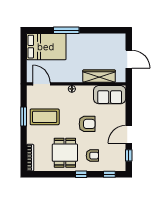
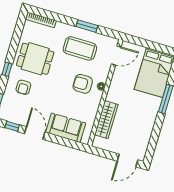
door: (129, 59) -> (128, 160), moved
sofa: (110, 95) -> (66, 128), moved, turned 90
coffee table: (45, 117) -> (80, 48), turned 90
armchair: (87, 124) -> (83, 84), moved, turned 90

